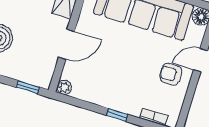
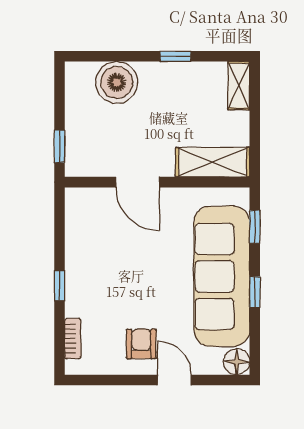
plant: (64, 87) -> (76, 198), removed

